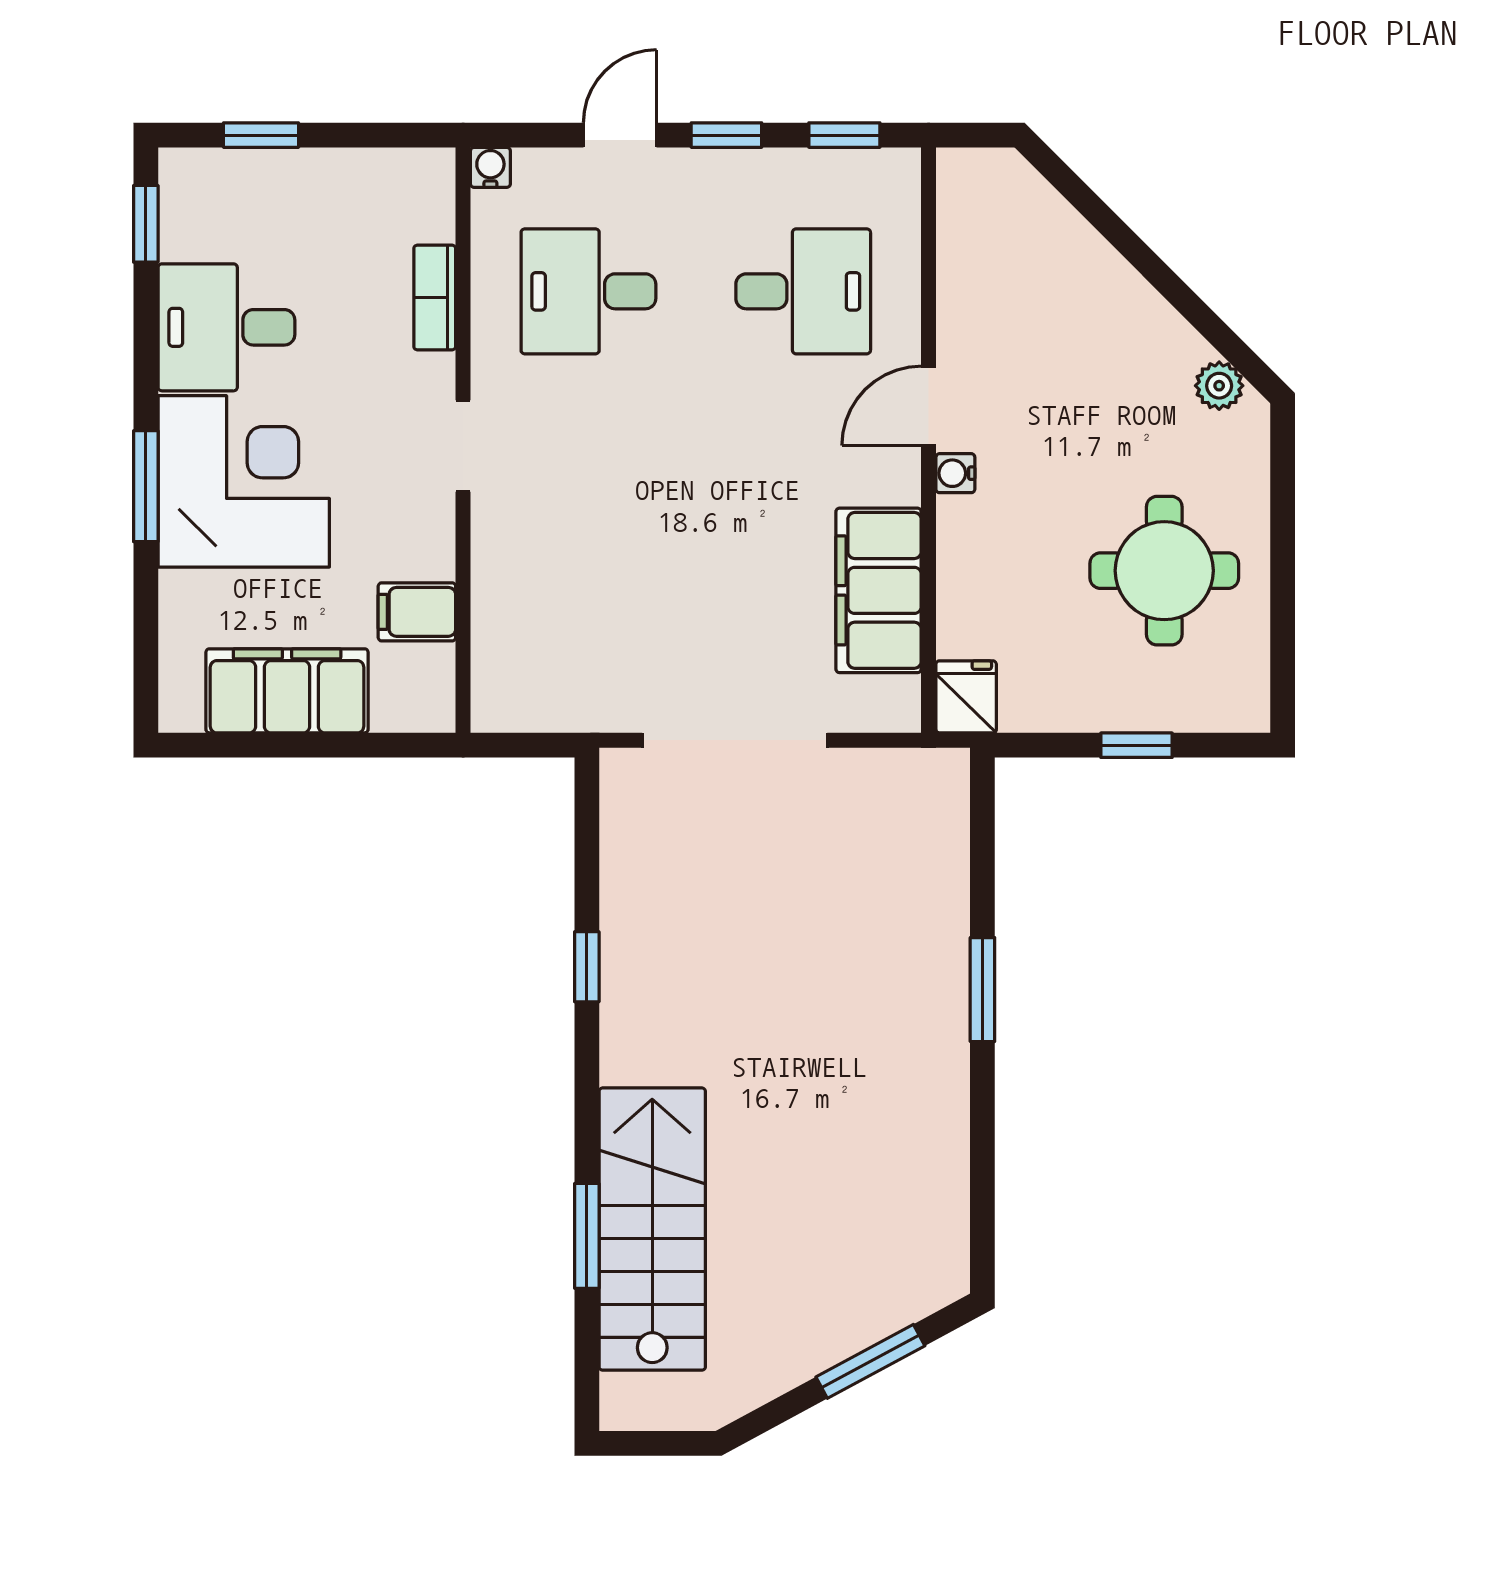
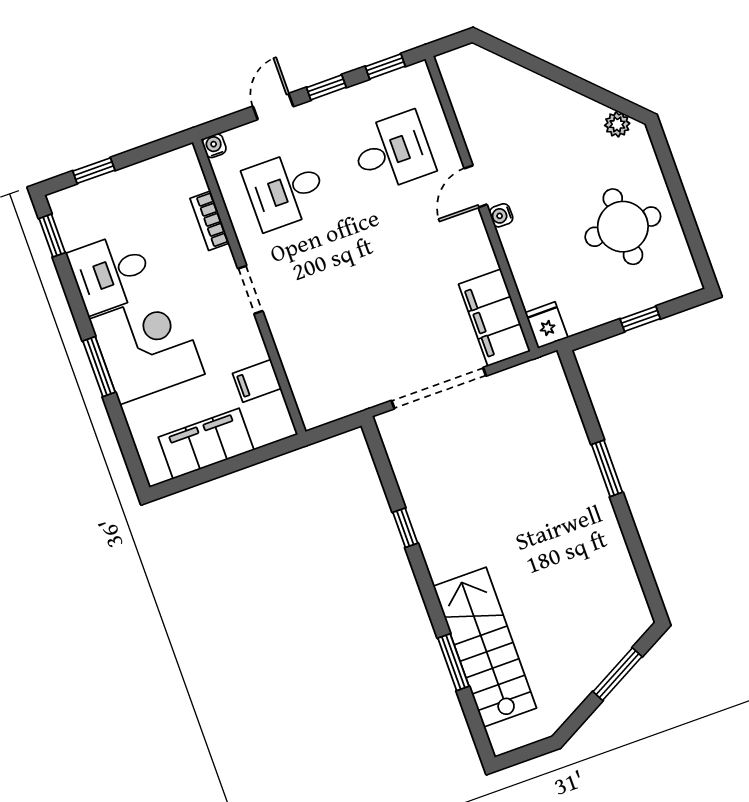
filing cabinet: (879, 590) -> (494, 318), moved

